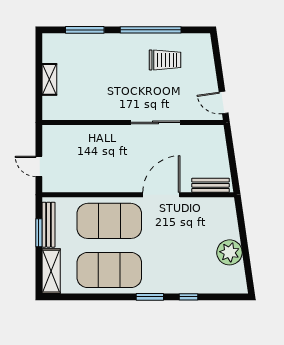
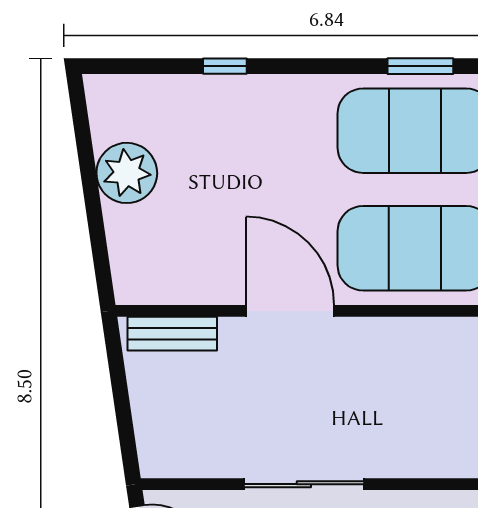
door: (161, 195) -> (290, 311), swing flipped
window: (150, 297) -> (420, 66), moved

